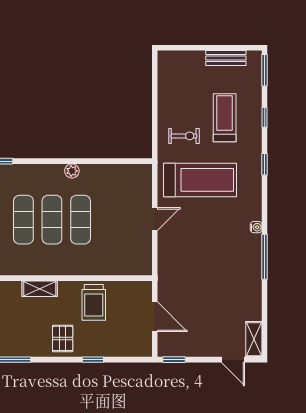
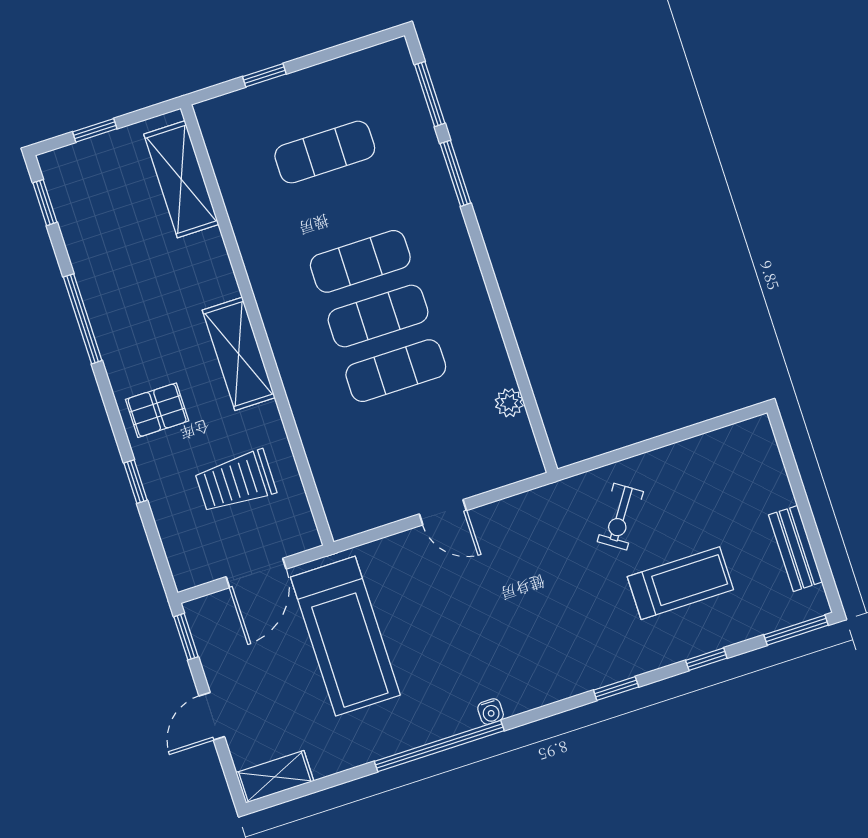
exercise bike: (184, 136) -> (620, 517), turned 34
plant: (72, 171) -> (509, 403), moved
treadmill: (200, 180) -> (345, 636), moved
window: (265, 257) -> (439, 746), width x1.46
shelving: (40, 289) -> (239, 354), width x1.50, depth x1.33
trolley: (94, 302) -> (236, 481), moved
door: (233, 360) -> (212, 716), moved

